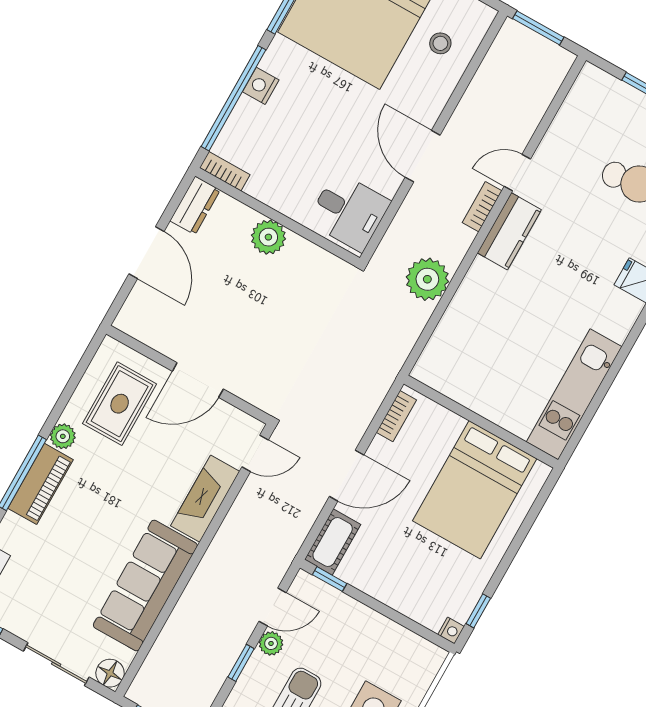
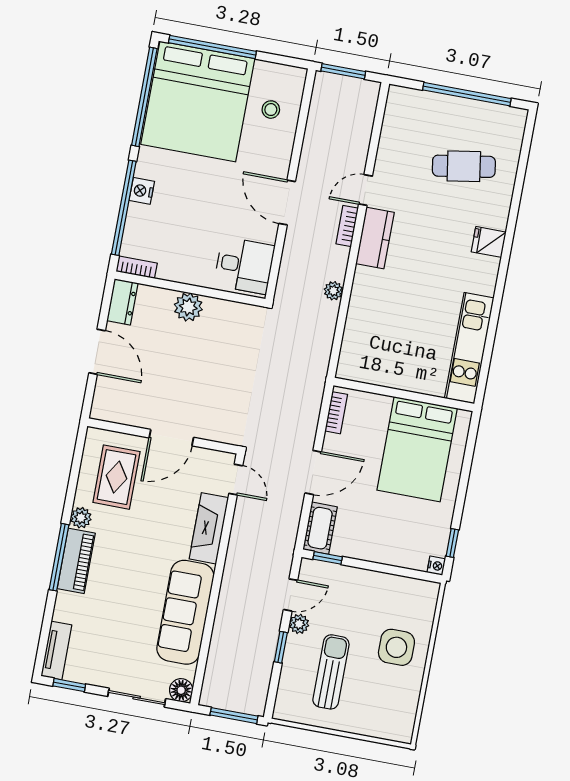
plant: (427, 279) -> (333, 291), width x0.53, depth x0.53
door: (255, 453) -> (236, 480), hinge flipped

